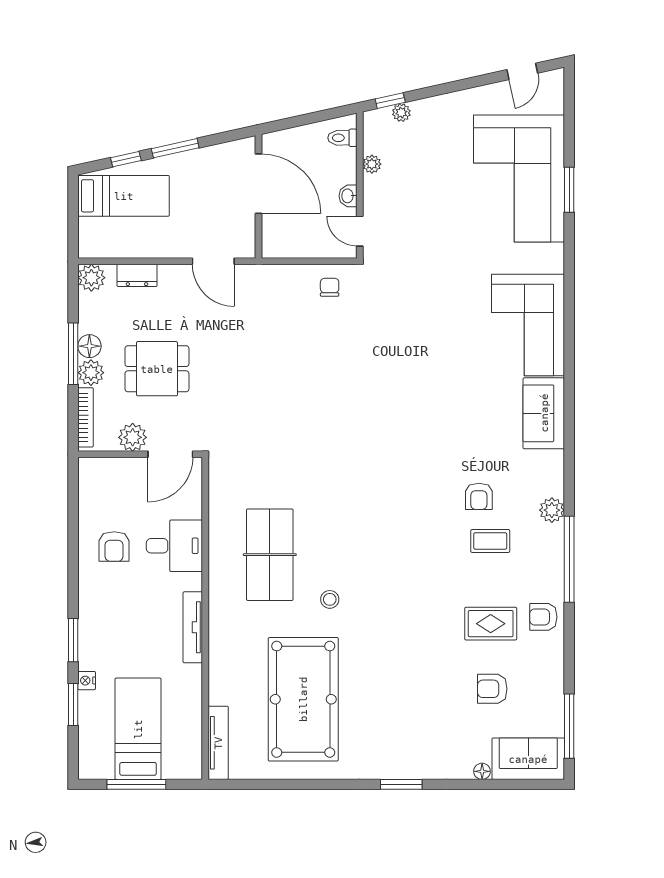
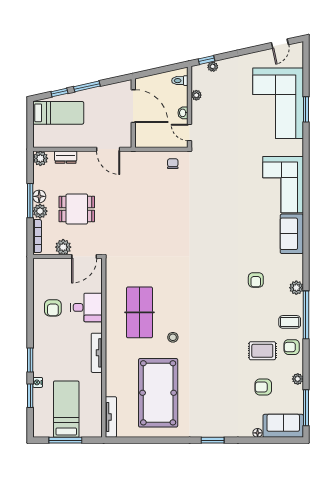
coffee table: (490, 541) -> (290, 322), moved
plant: (554, 674) -> (298, 379), added

